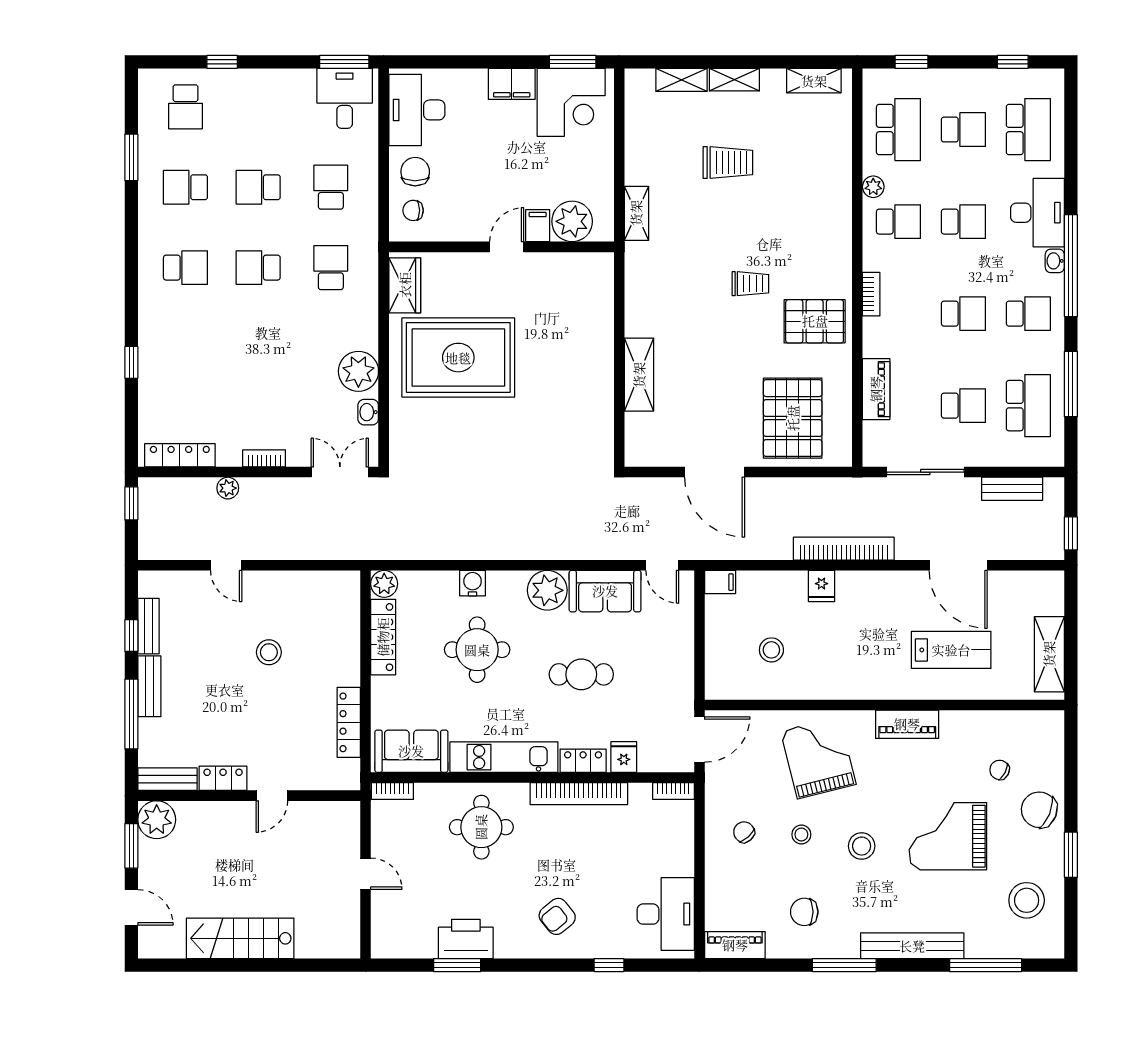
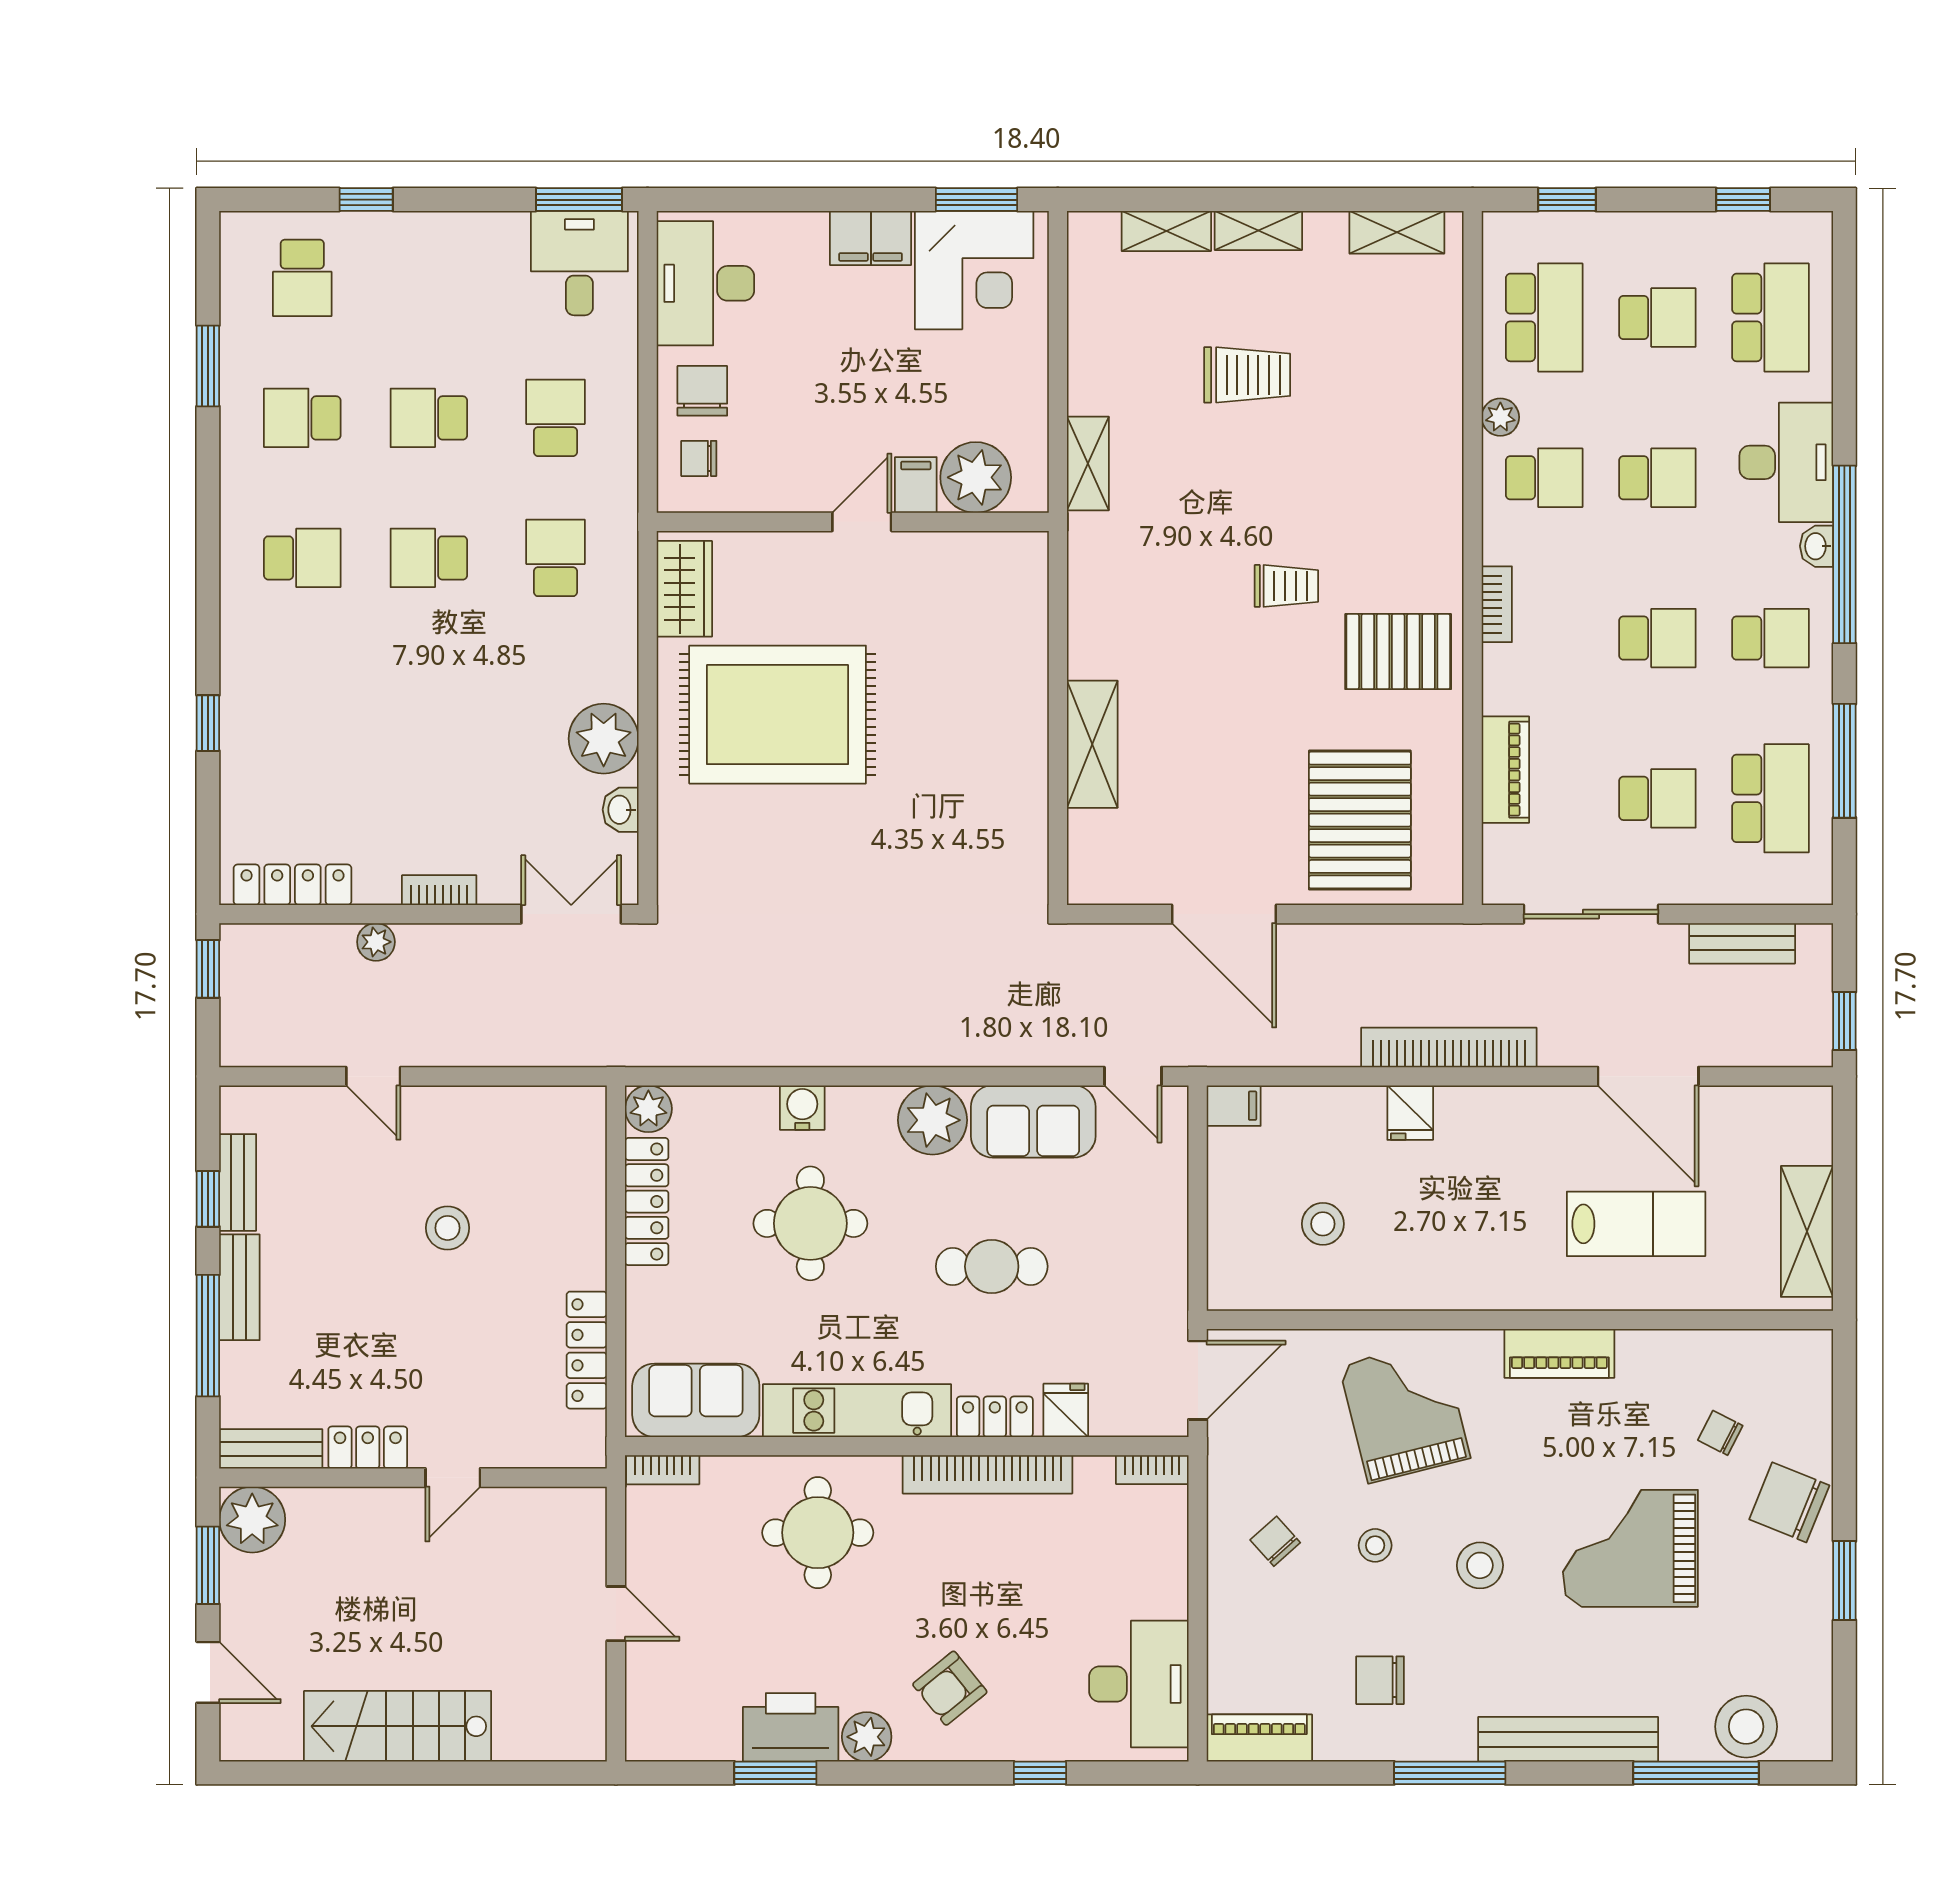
stool: (1027, 900) -> (1746, 1727), moved
plant: (510, 944) -> (867, 1737), added

